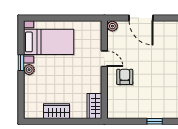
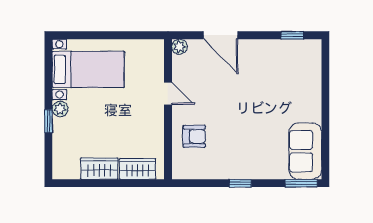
window: (21, 63) -> (48, 121), moved
armchair: (125, 77) -> (194, 136), moved, turned 90
wardrobe: (94, 106) -> (137, 169), moved, turned 90

